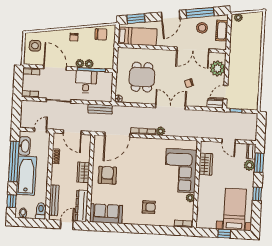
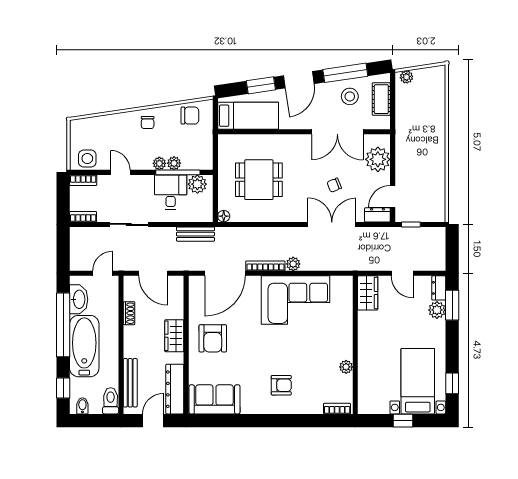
window: (136, 19) -> (261, 85), moved
side table: (35, 46) -> (87, 159), moved
door: (55, 68) -> (120, 172), width x0.53
dining table: (142, 77) -> (259, 180), turned 90
plant: (103, 78) -> (197, 184), added
double door: (170, 107) -> (332, 224), moved
wardrobe: (206, 164) -> (368, 293), moved
corner sofa: (181, 171) -> (296, 300), moved, turned -90
armchair: (107, 175) -> (213, 338), turned 180
window: (257, 194) -> (452, 383), moved

